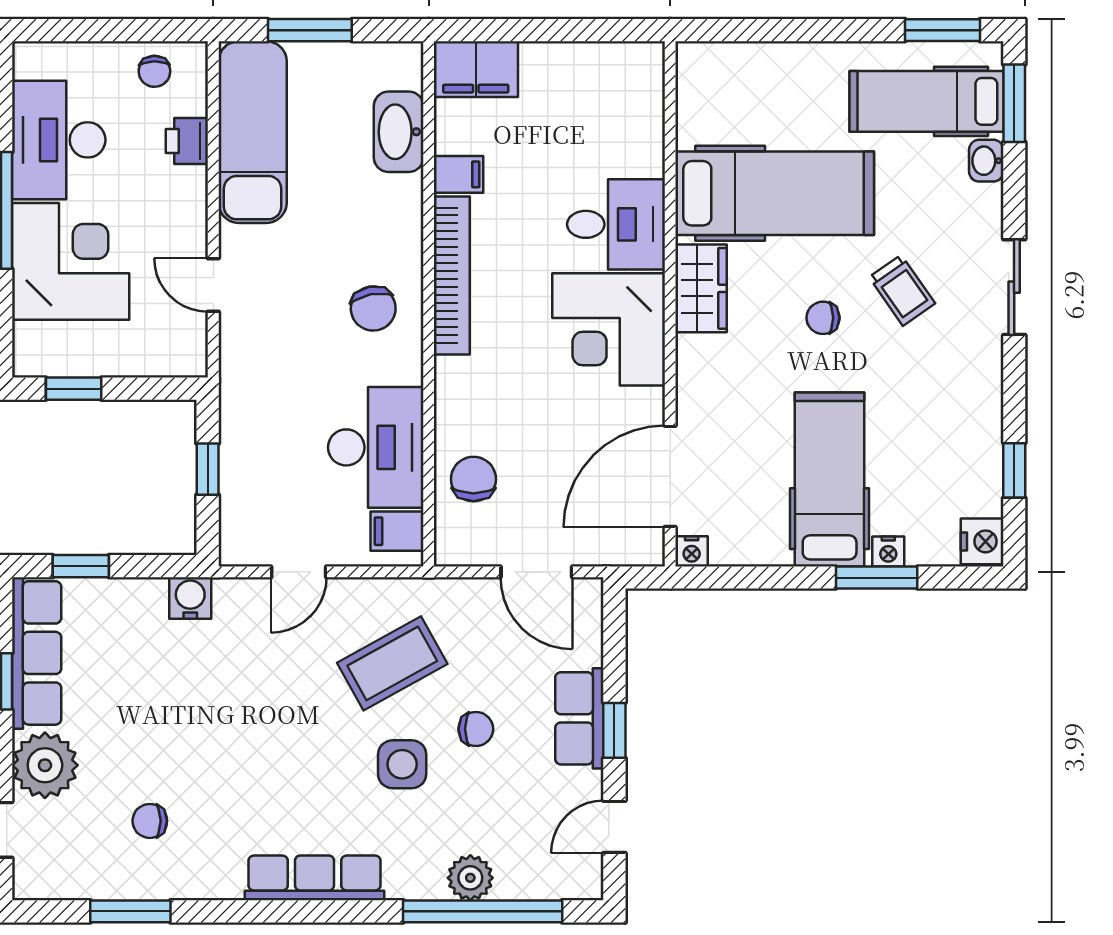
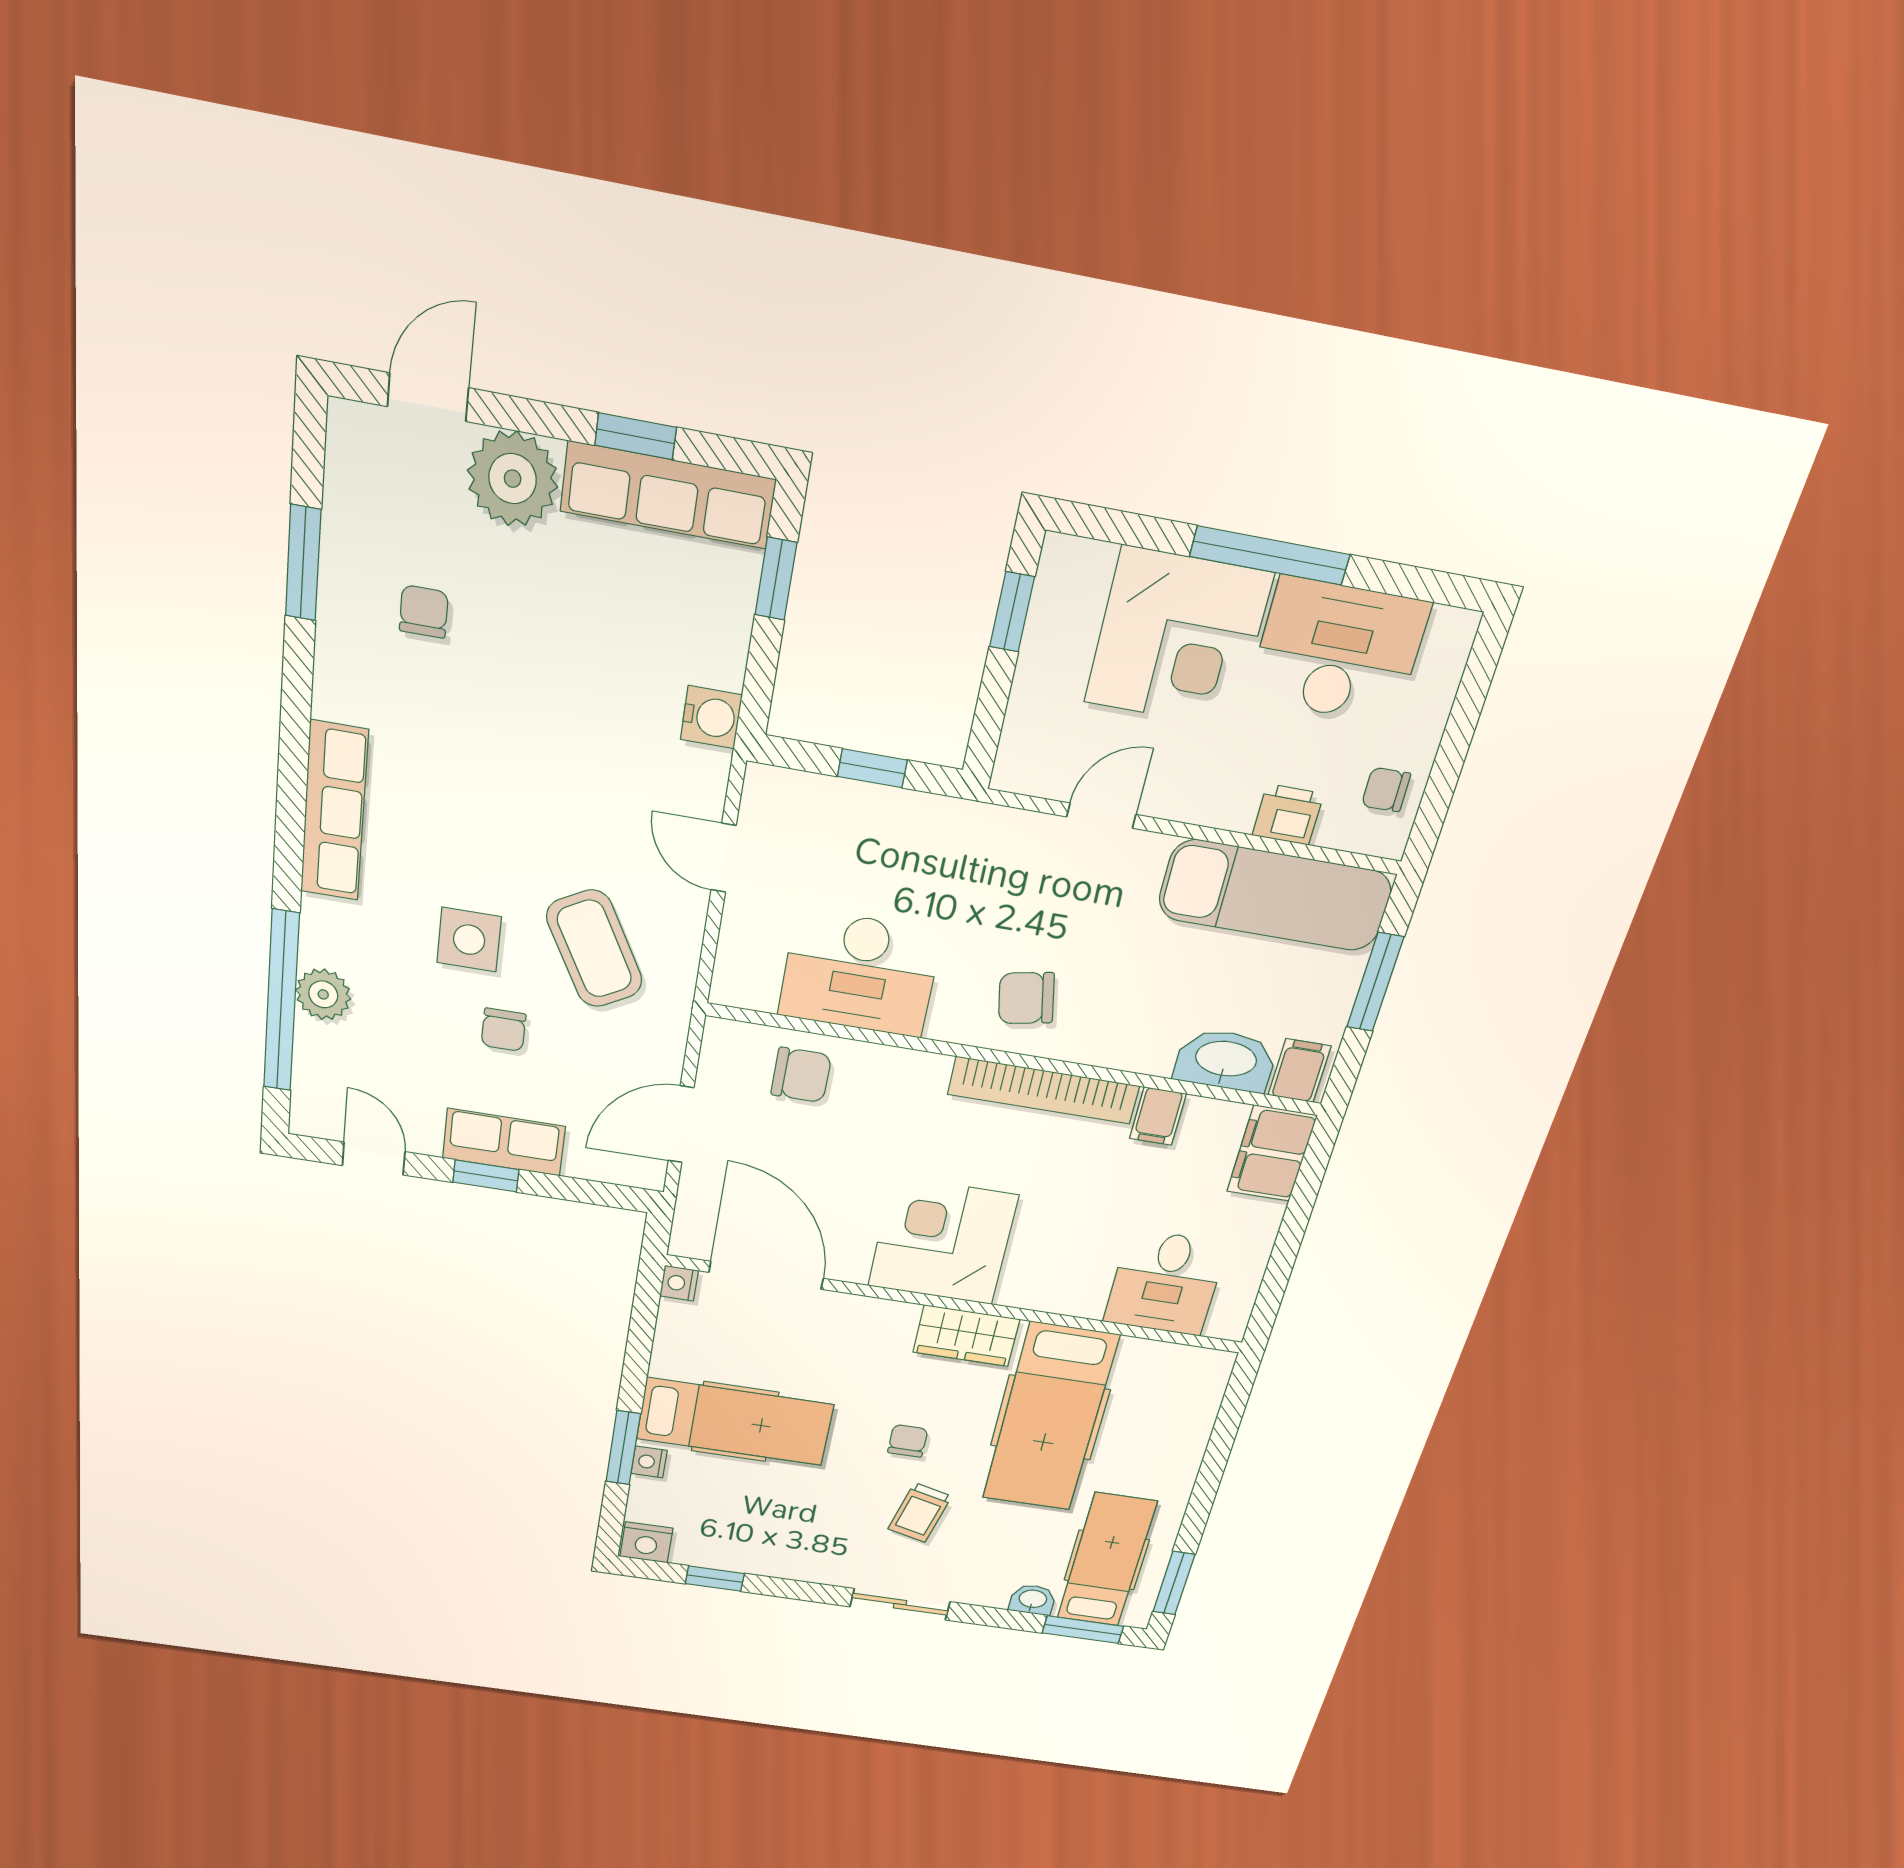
desk: (616, 224) -> (1165, 1283), moved
trolley: (902, 290) -> (920, 1513), turned -41
filing cabinet: (397, 531) -> (1299, 1071), moved

